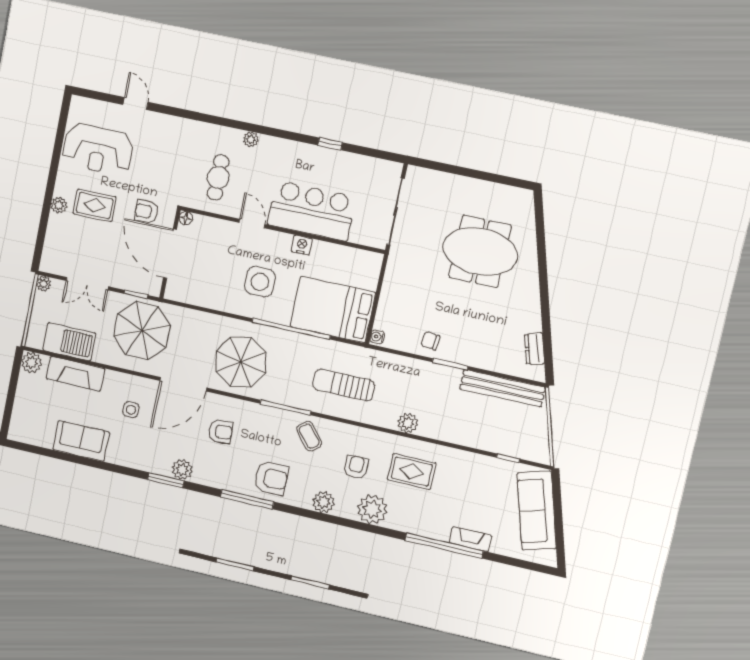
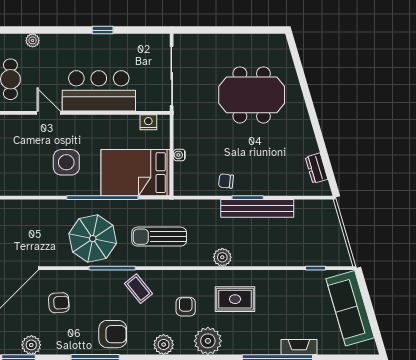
nightstand: (302, 245) -> (148, 122), moved
water cooler: (377, 337) -> (179, 155), moved
parasol: (241, 362) -> (93, 239), moved
bench: (502, 388) -> (257, 208), moved

